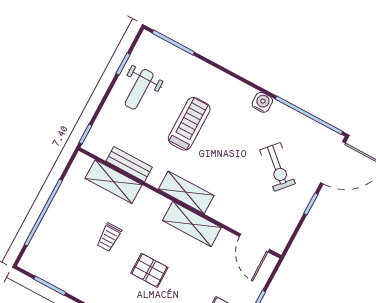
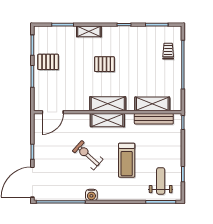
weight bench: (139, 89) -> (161, 181), moved
bench: (129, 164) -> (154, 119), width x1.36
exercise bike: (277, 167) -> (88, 155), moved
shelving: (192, 224) -> (108, 104), moved
trolley: (109, 237) -> (168, 51), moved
door: (254, 243) -> (53, 112), swing flipped

